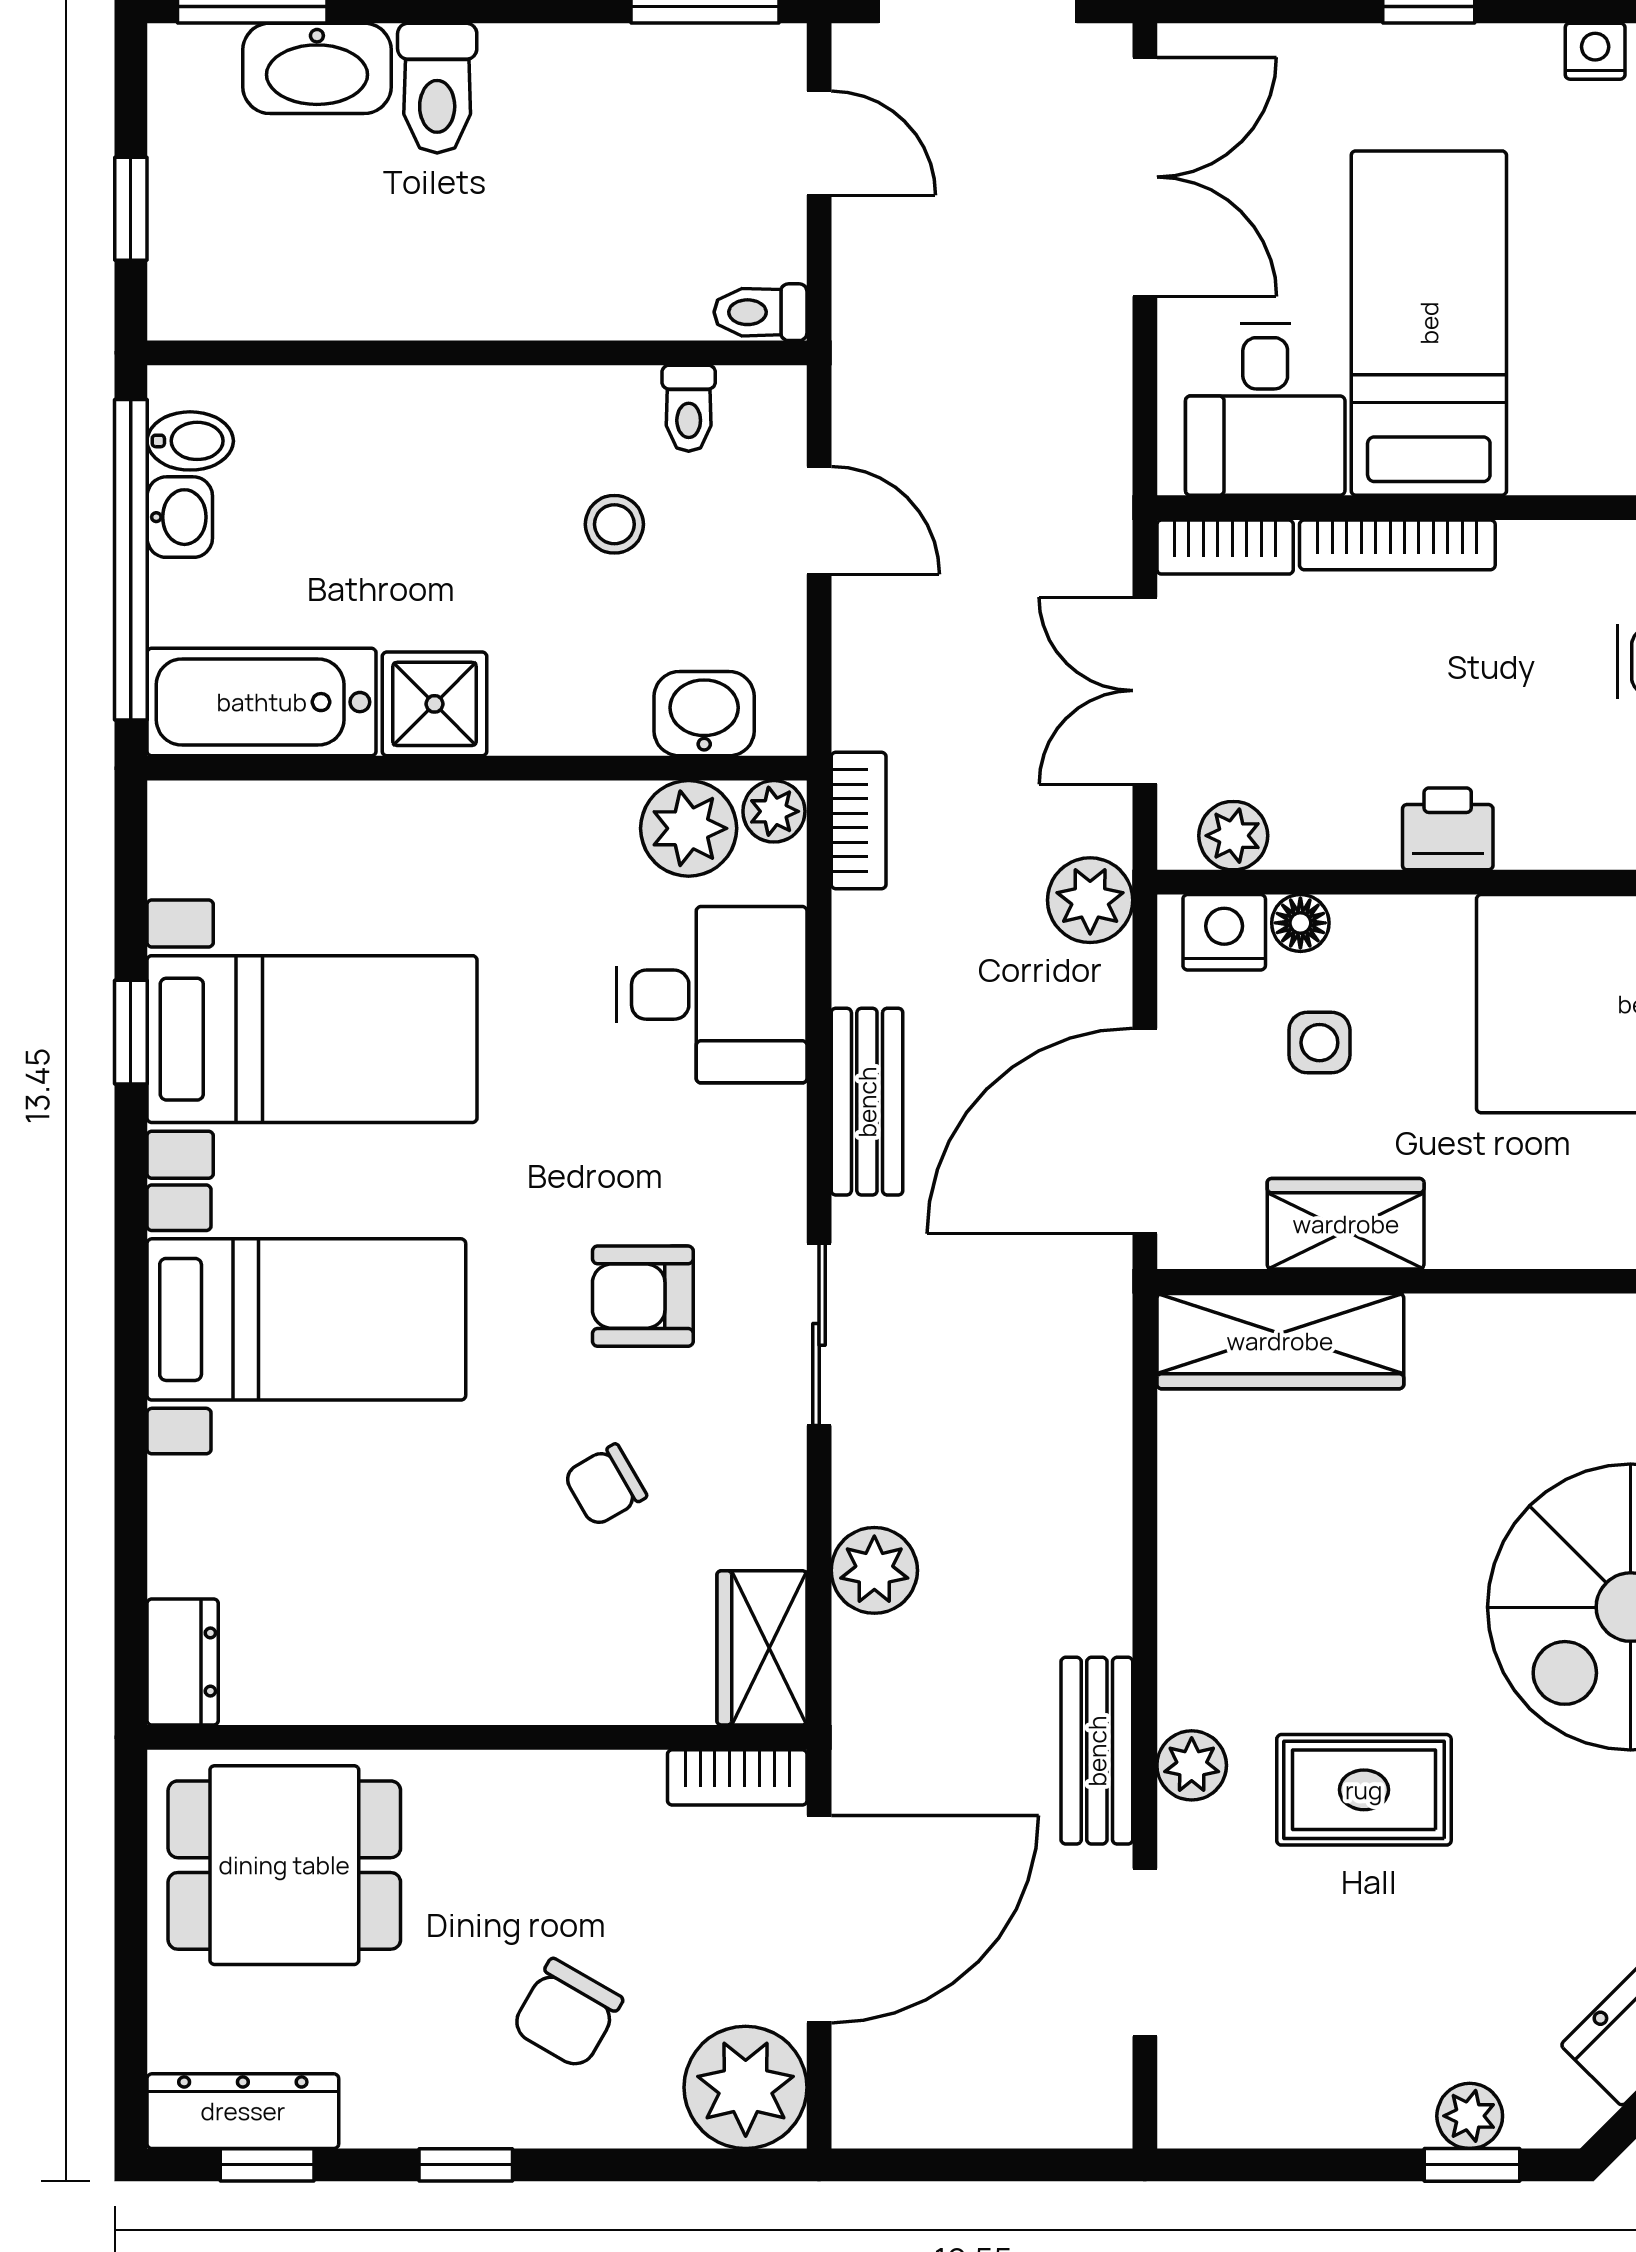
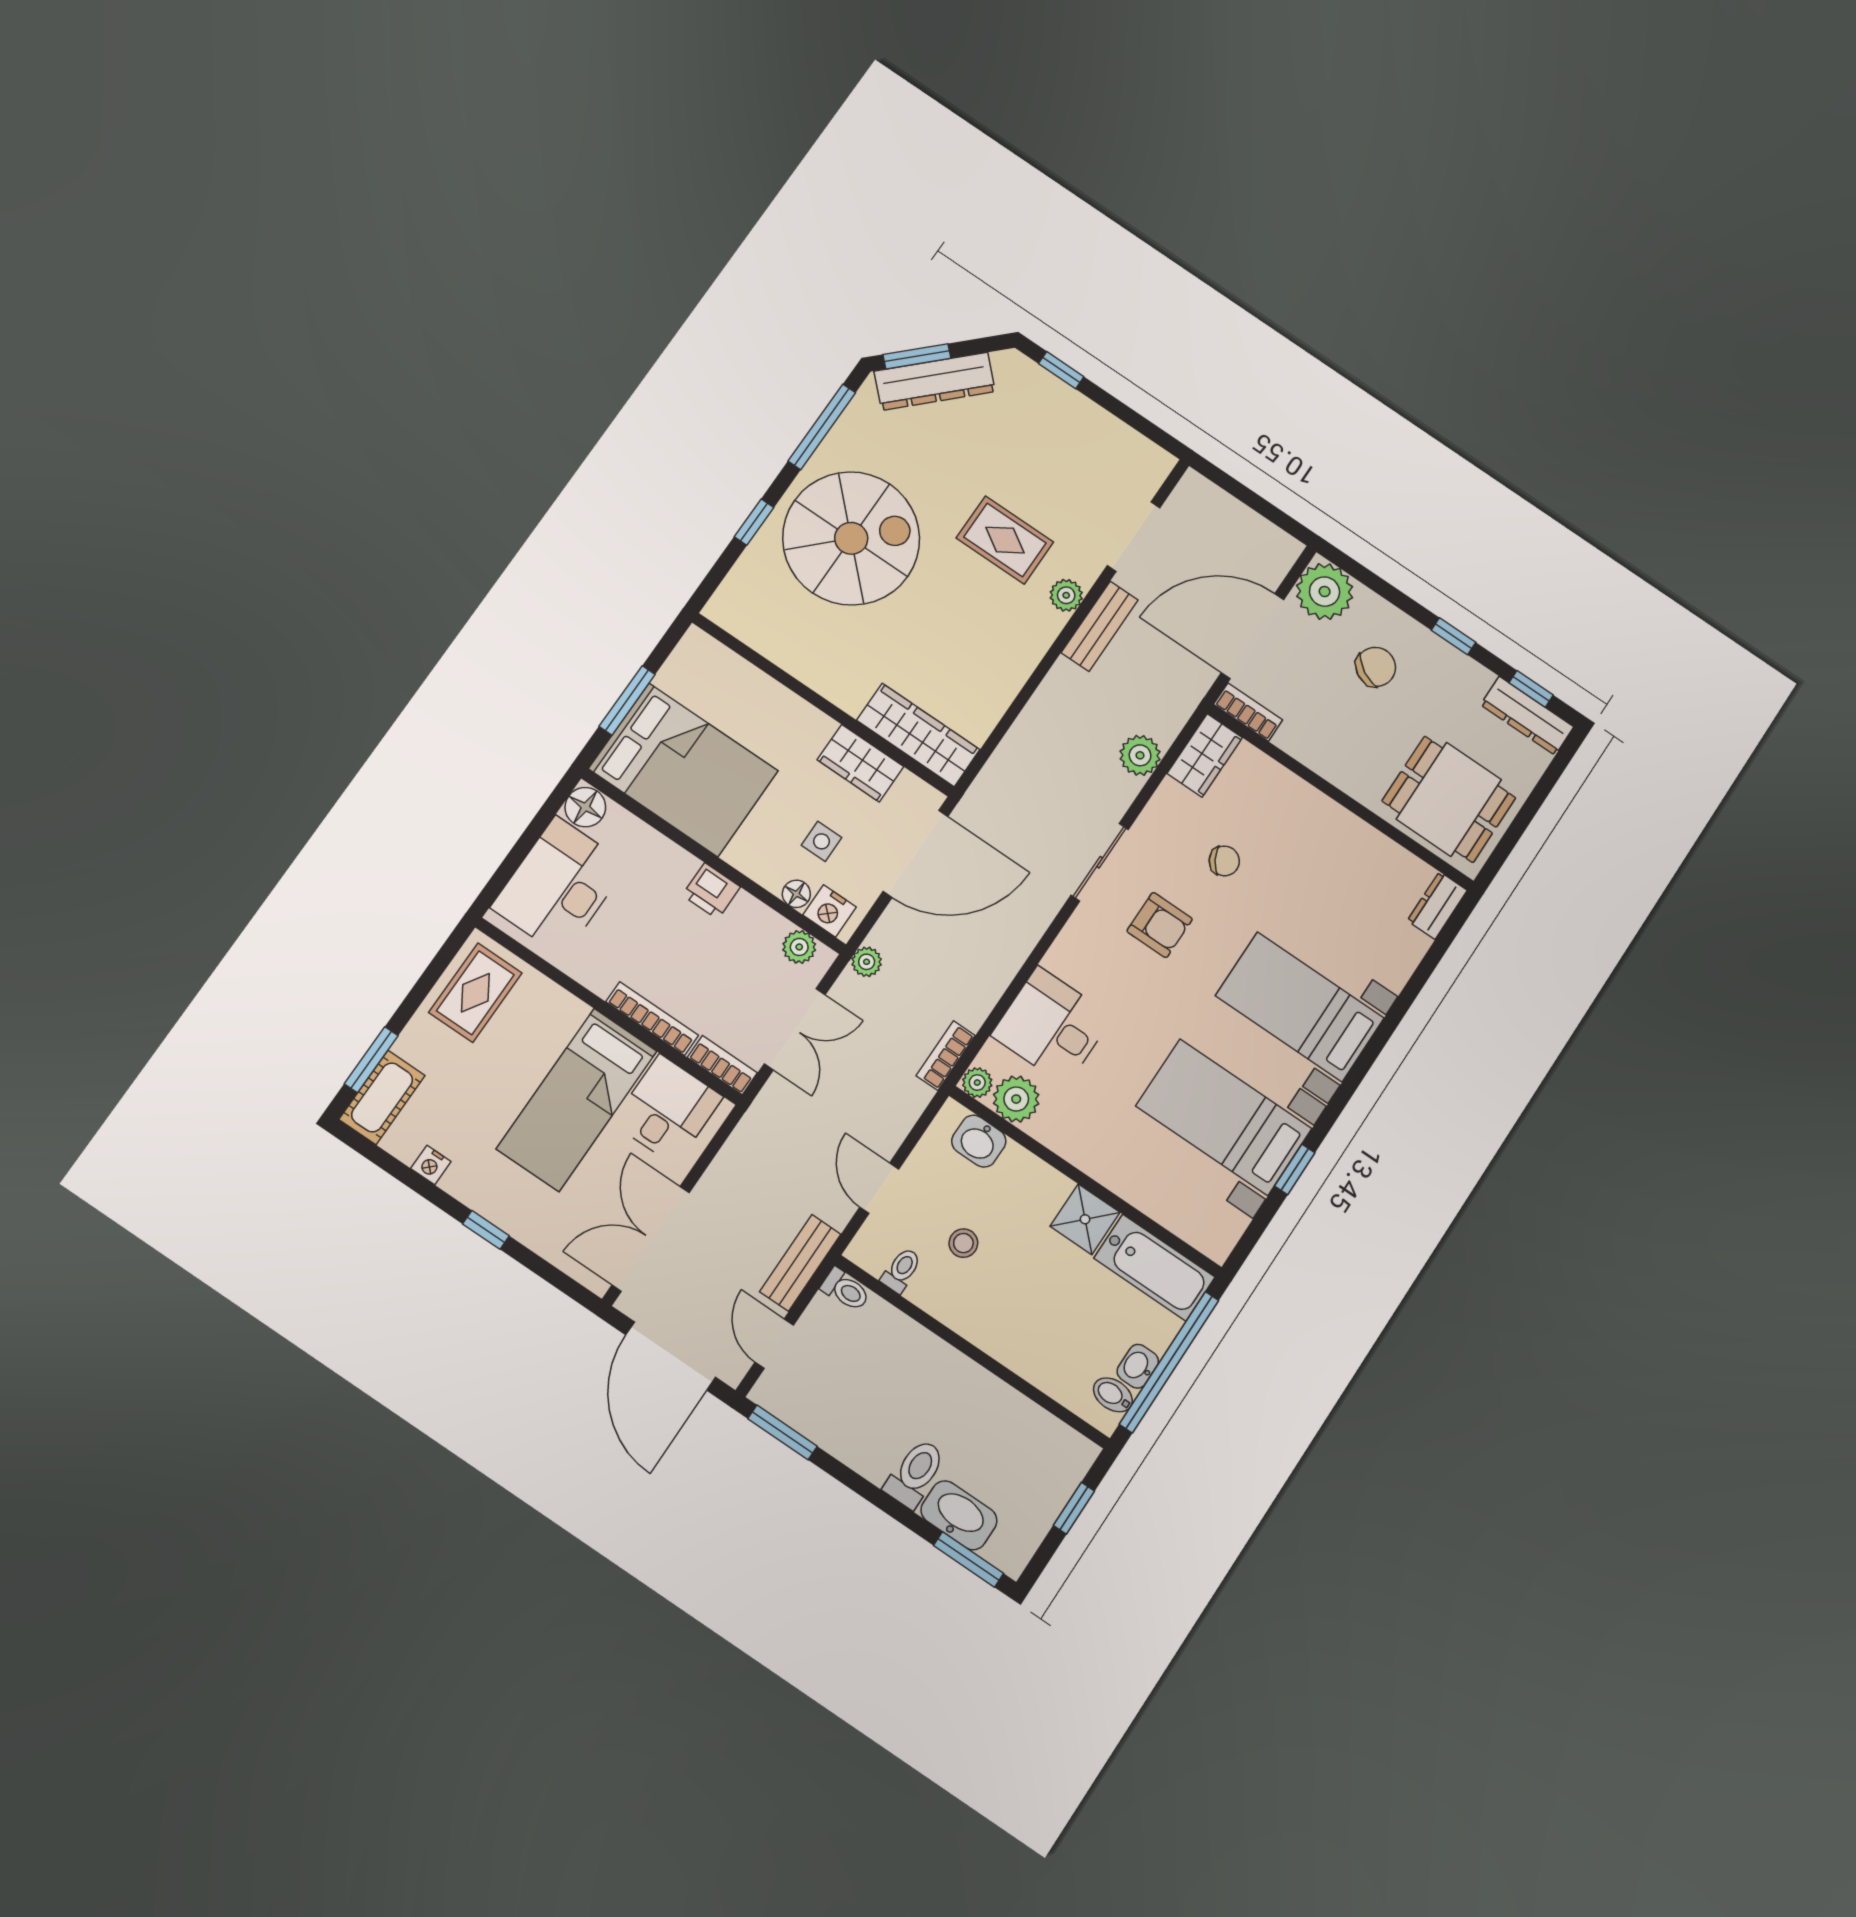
plant: (1090, 900) -> (867, 962), width x0.73, depth x0.73
bench: (867, 1102) -> (800, 1263), moved
plant: (1470, 2116) -> (1049, 389), removed

